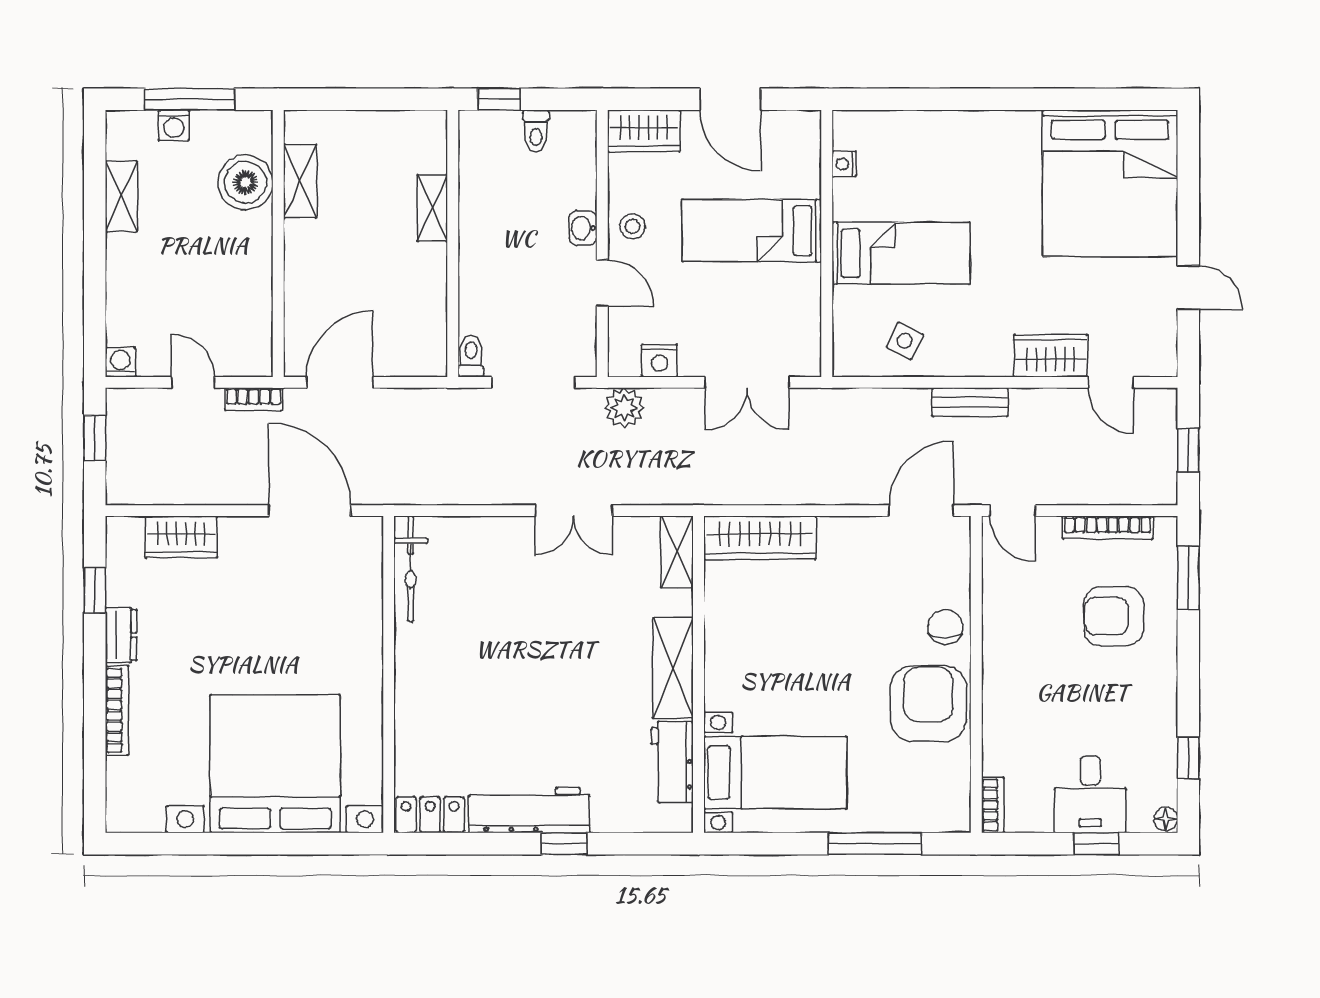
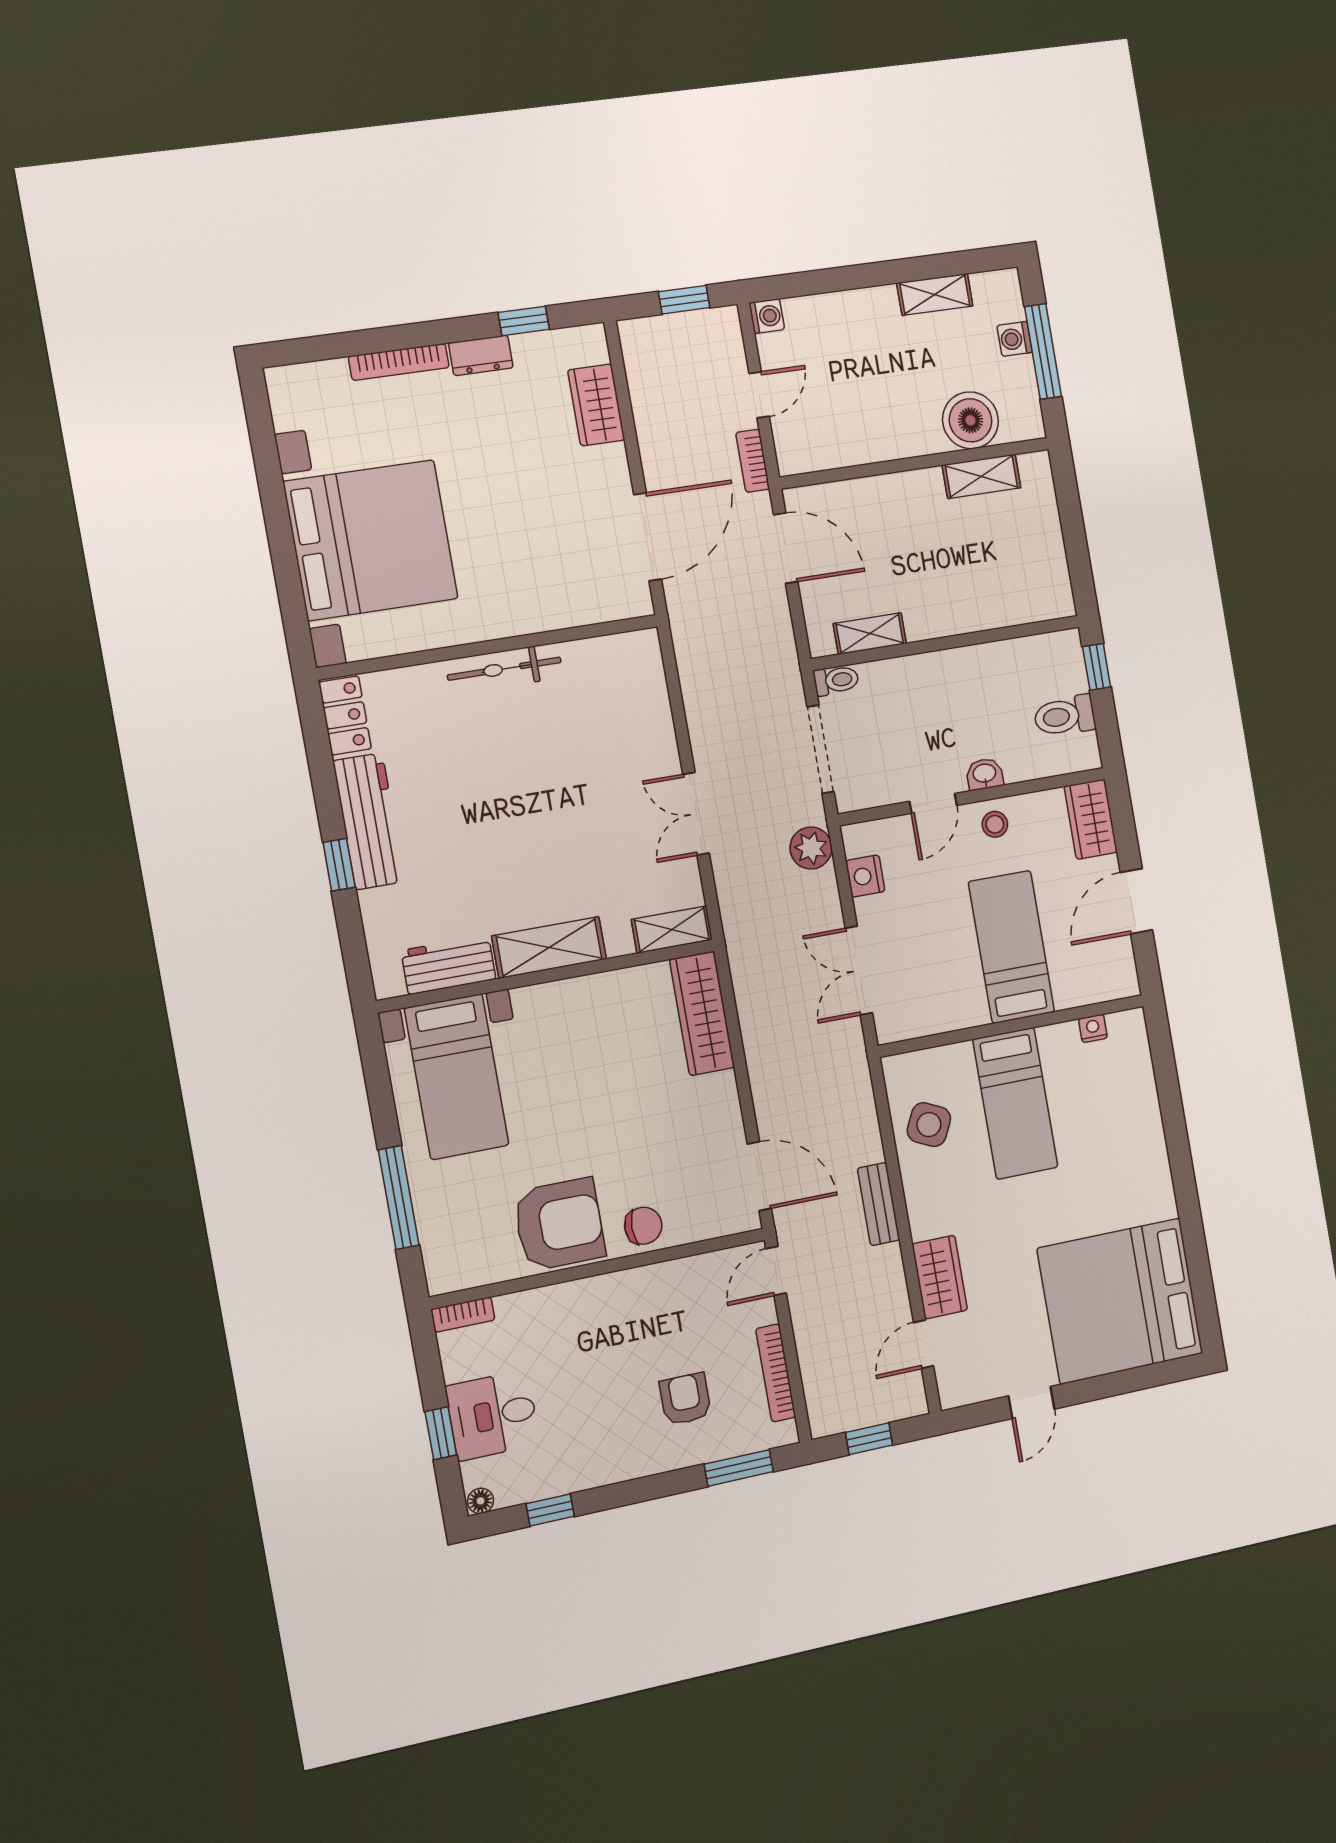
toilet: (536, 131) -> (1065, 716), width x1.37, depth x1.39
shelving: (432, 208) -> (870, 634), moved
side table: (905, 341) -> (929, 1125), width x1.37, depth x1.37
bicycle: (411, 569) -> (504, 669), moved
armchair: (1114, 616) -> (685, 1399), width x0.72, depth x0.72

